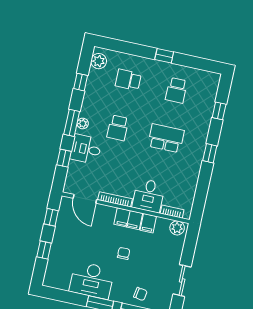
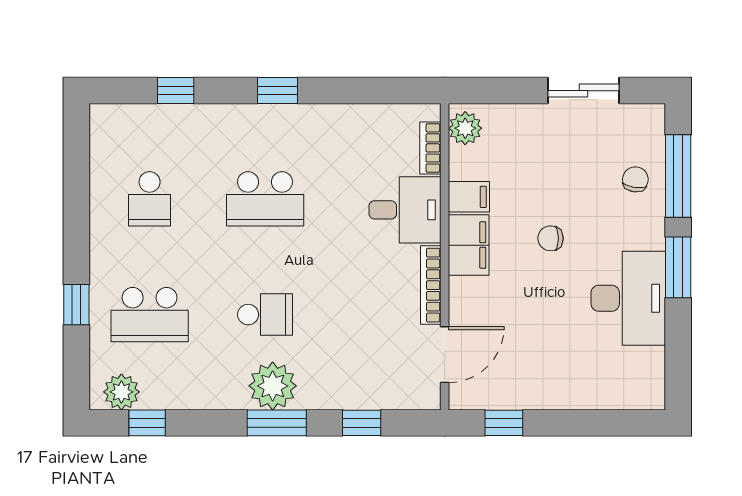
window: (164, 56) -> (76, 305), moved
school desk: (128, 80) -> (150, 315), width x1.85
window: (81, 82) -> (147, 423), moved
school desk: (176, 90) -> (150, 199), turned 90
plant: (83, 123) -> (273, 386), width x1.87, depth x1.87
school desk: (166, 138) -> (265, 199), turned -90
desk: (86, 149) -> (330, 377), removed
window: (44, 250) -> (583, 423), removed

